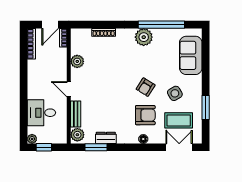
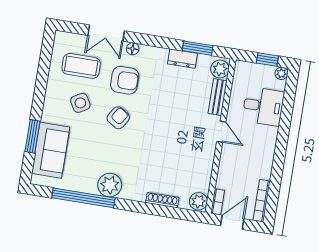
plant: (77, 61) -> (198, 201), moved
window: (206, 108) -> (33, 136), moved
armchair: (145, 115) -> (125, 80), turned 180
double door: (179, 147) -> (106, 33), moved

